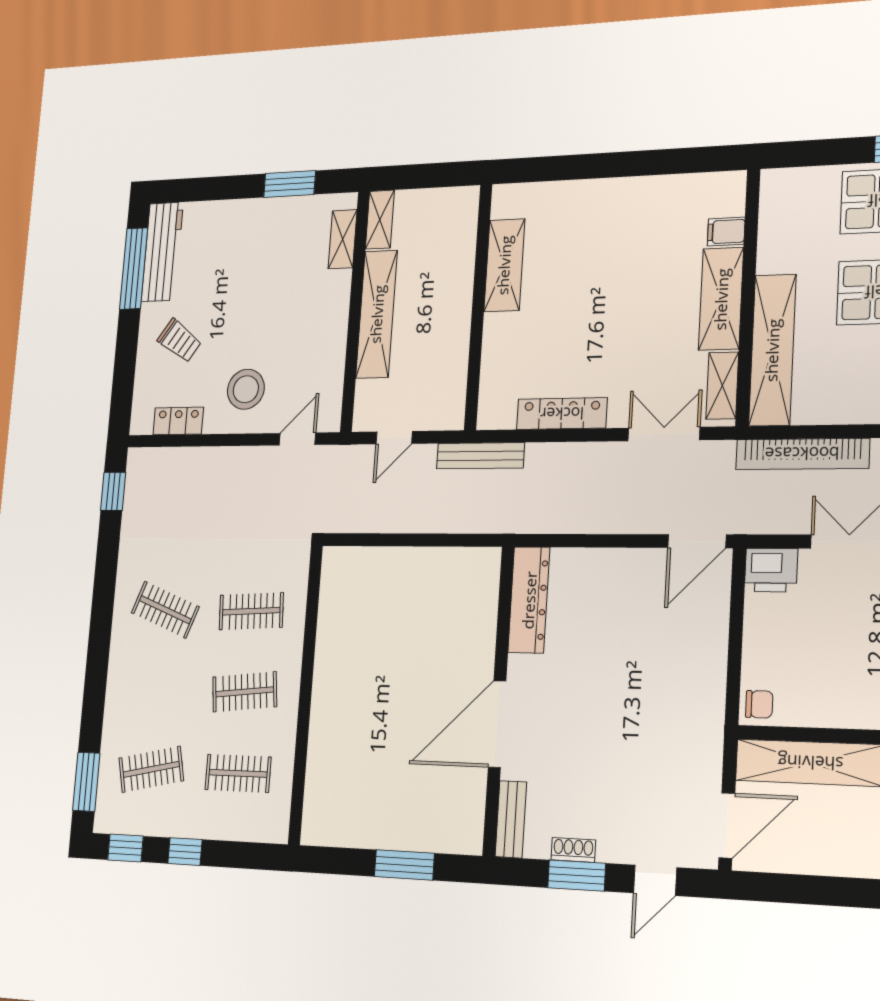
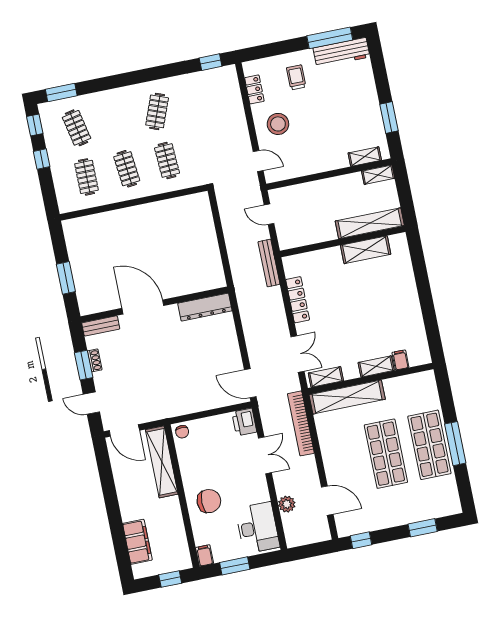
shelving: (721, 299) -> (376, 366), width x0.67, depth x0.75
shelving: (377, 314) -> (370, 223), moved
trolley: (180, 341) -> (296, 77), turned 145

